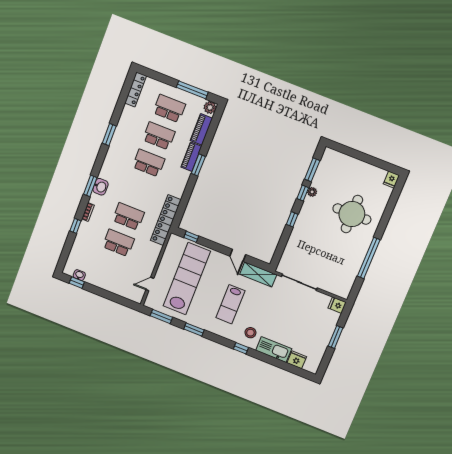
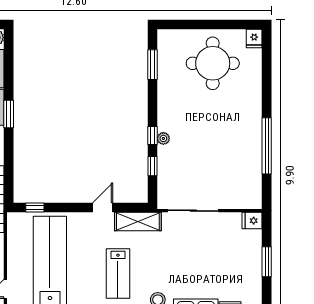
plant: (312, 192) -> (163, 138), moved
window: (303, 193) -> (152, 166), moved
round table: (352, 214) -> (213, 63), moved
door: (238, 255) -> (103, 208), swing flipped

